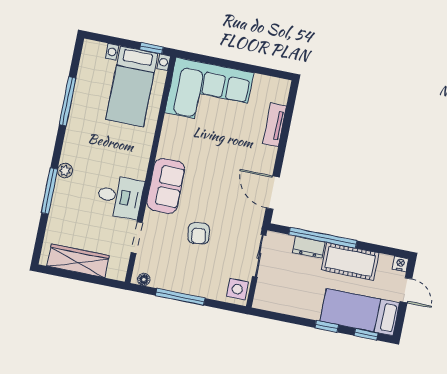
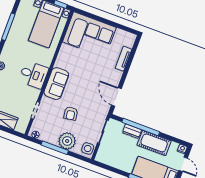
desk: (120, 197) -> (34, 75), moved
plant: (200, 282) -> (67, 141), added

